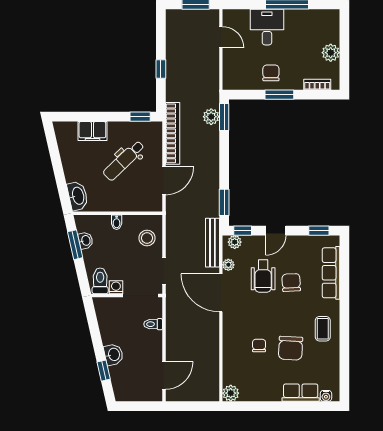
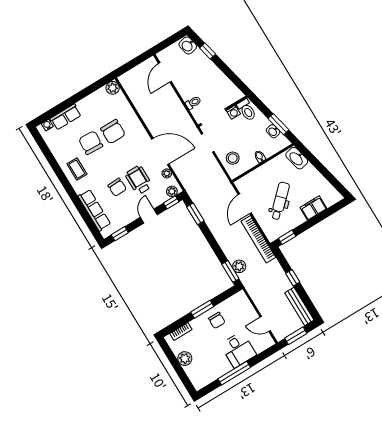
bench: (212, 243) -> (299, 306), moved
chair: (259, 346) -> (113, 132), width x1.87, depth x1.87
washbasin: (114, 354) -> (188, 45), moved

